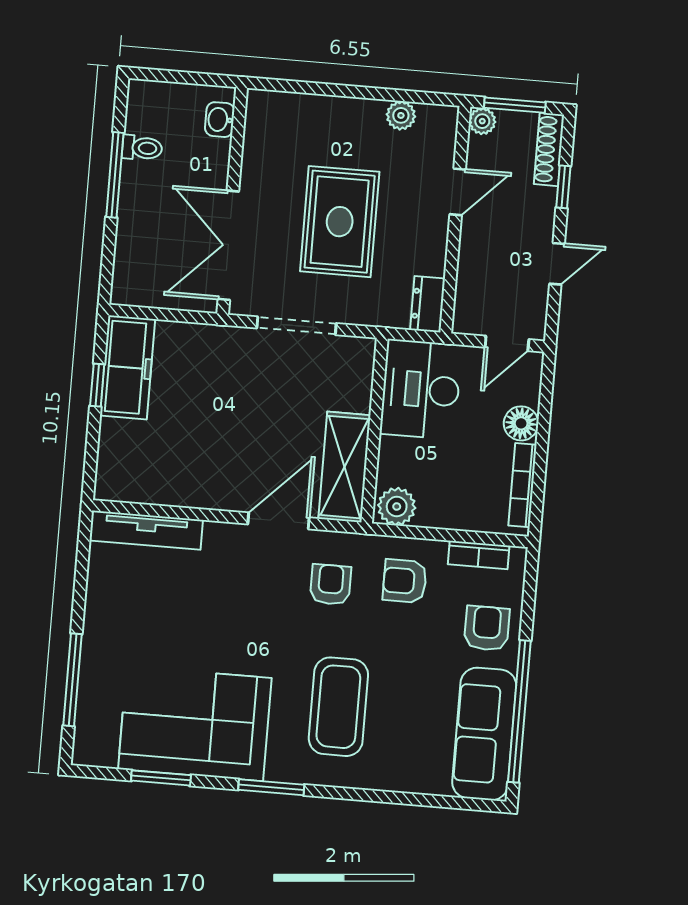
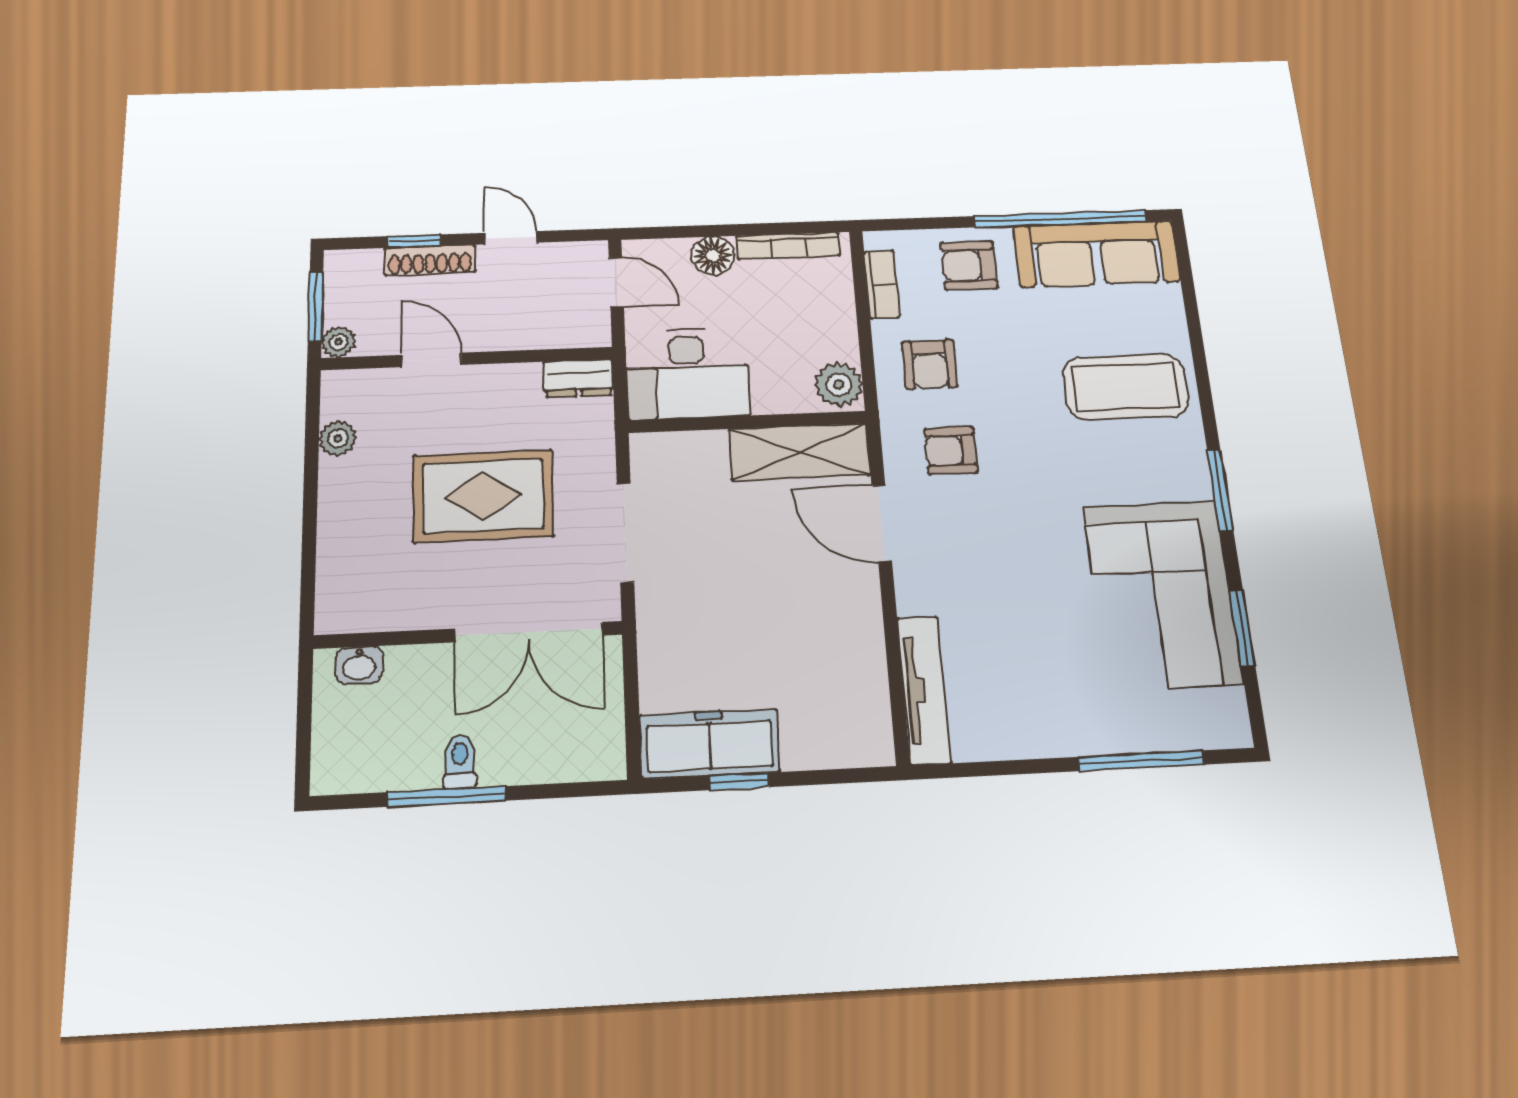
toilet: (142, 148) -> (460, 761), moved
shoe rack: (549, 149) -> (430, 260), moved
coffee table: (338, 707) -> (1125, 387), moved

